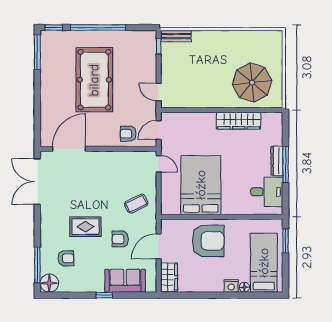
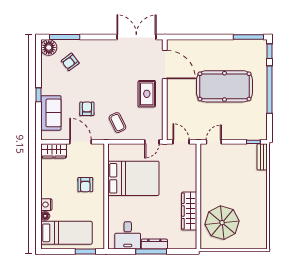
armchair: (128, 134) -> (178, 116), removed
rug: (85, 227) -> (147, 94), moved
armchair: (208, 241) -> (85, 185), width x0.53, depth x0.53
armchair: (66, 258) -> (70, 62), turned 53

